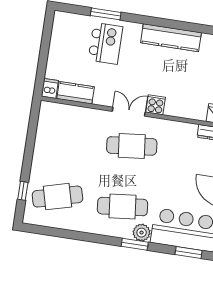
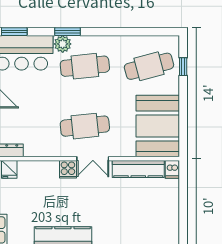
kitchen island: (105, 43) -> (125, 221), removed
kitchen counter: (76, 93) -> (138, 169), width x1.50
booth: (58, 135) -> (158, 126), added

